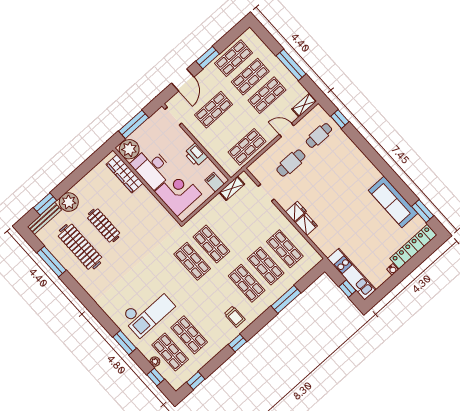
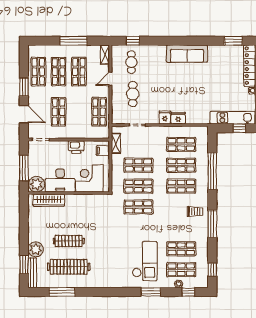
sofa: (393, 202) -> (187, 54), moved
shop shelf: (230, 227) -> (138, 165), added
window: (286, 299) -> (212, 171), width x1.46
window: (238, 343) -> (212, 224), width x2.17

